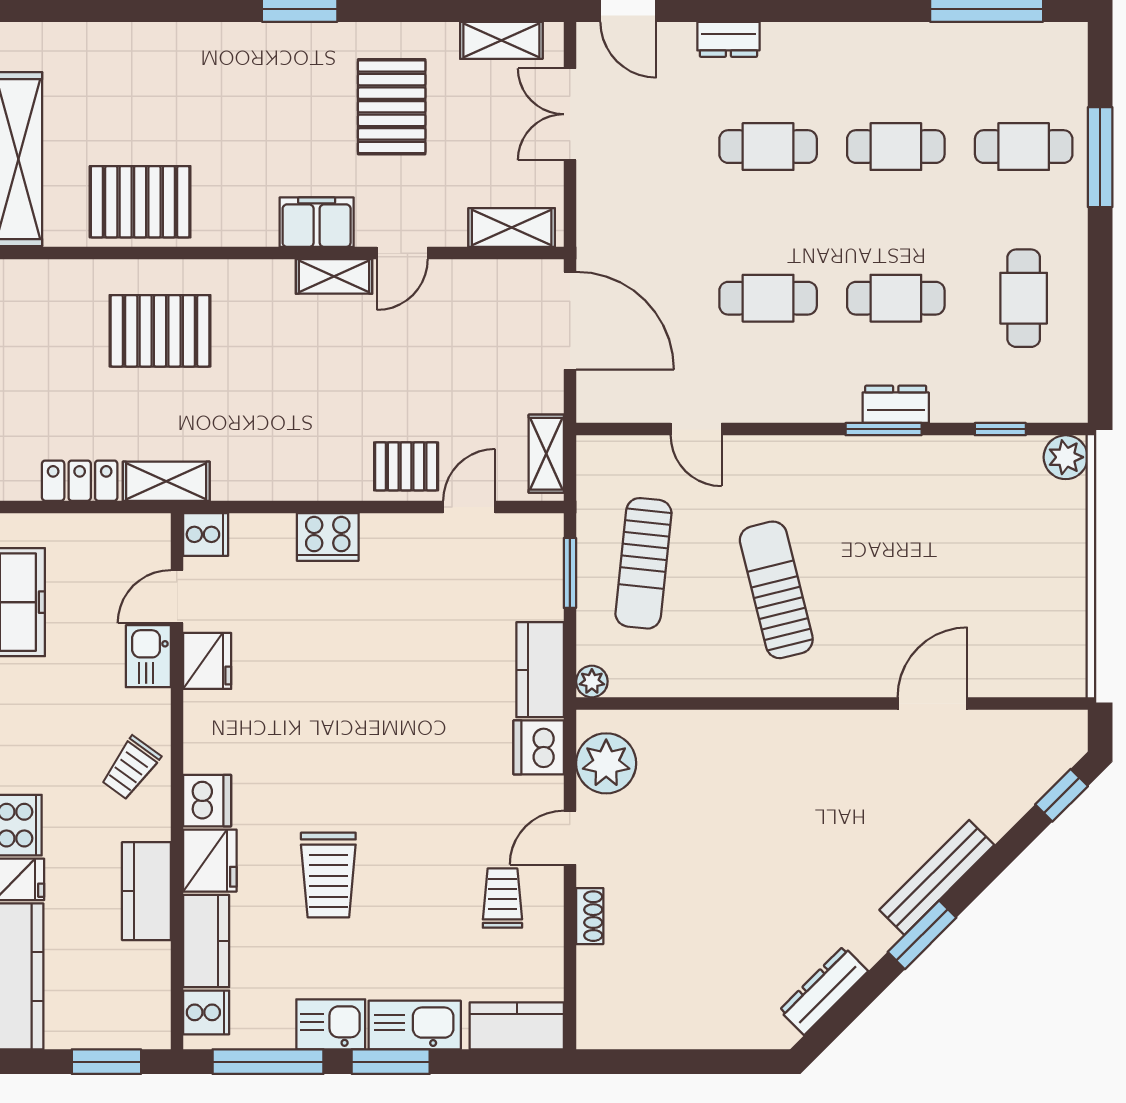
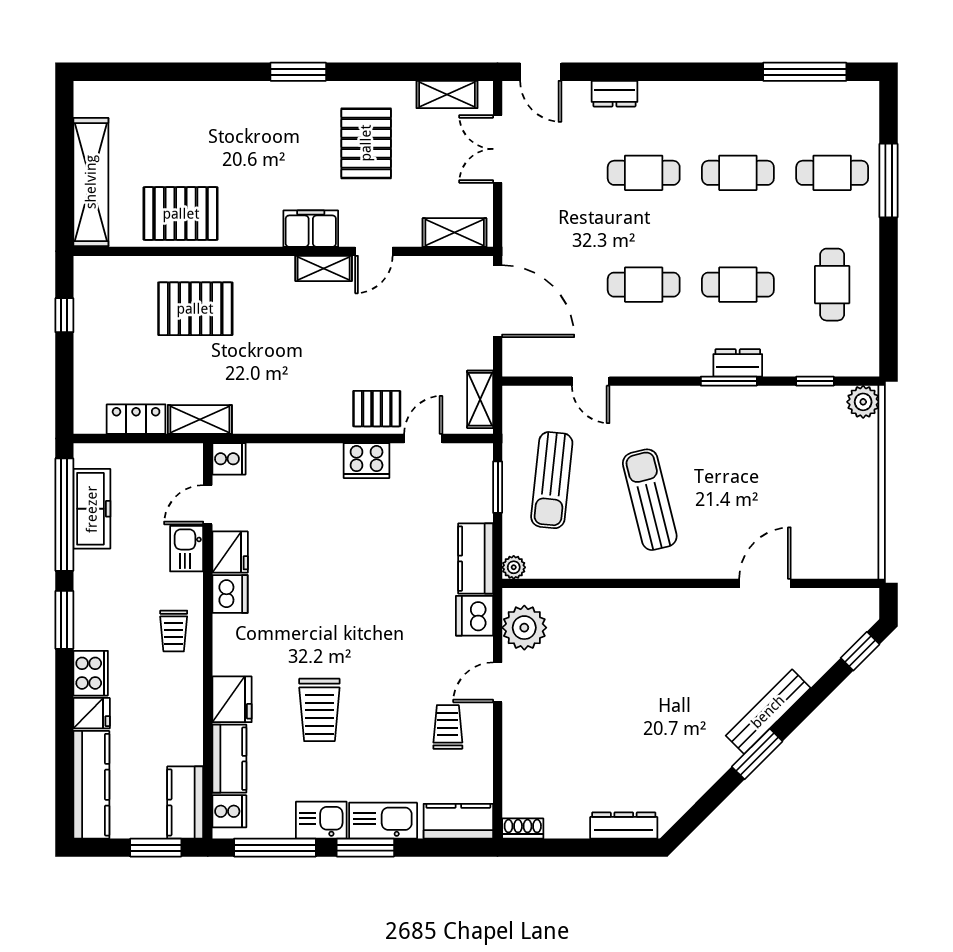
cooker: (328, 537) -> (367, 461), moved
trolley: (131, 768) -> (174, 631), turned -36
dishwasher: (207, 801) -> (230, 594), moved
kitchen counter: (146, 891) -> (185, 802), moved
shoe rack: (590, 916) -> (523, 828), moved, turned -90
dresser: (824, 991) -> (624, 825), moved, turned 45

